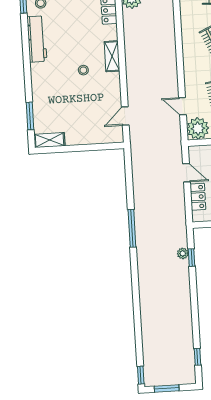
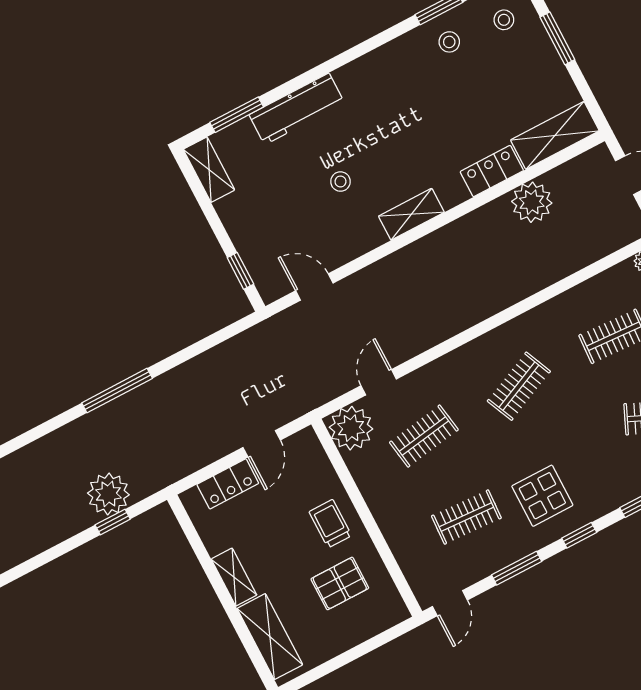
workbench: (37, 39) -> (297, 109), moved
stool: (83, 70) -> (340, 182), moved
window: (103, 147) -> (240, 271), added
plant: (183, 253) -> (108, 494), width x1.88, depth x1.88

